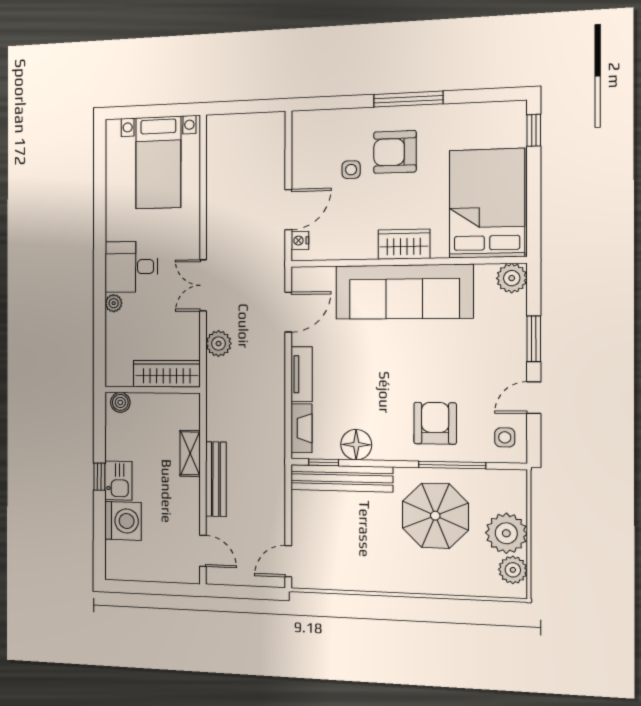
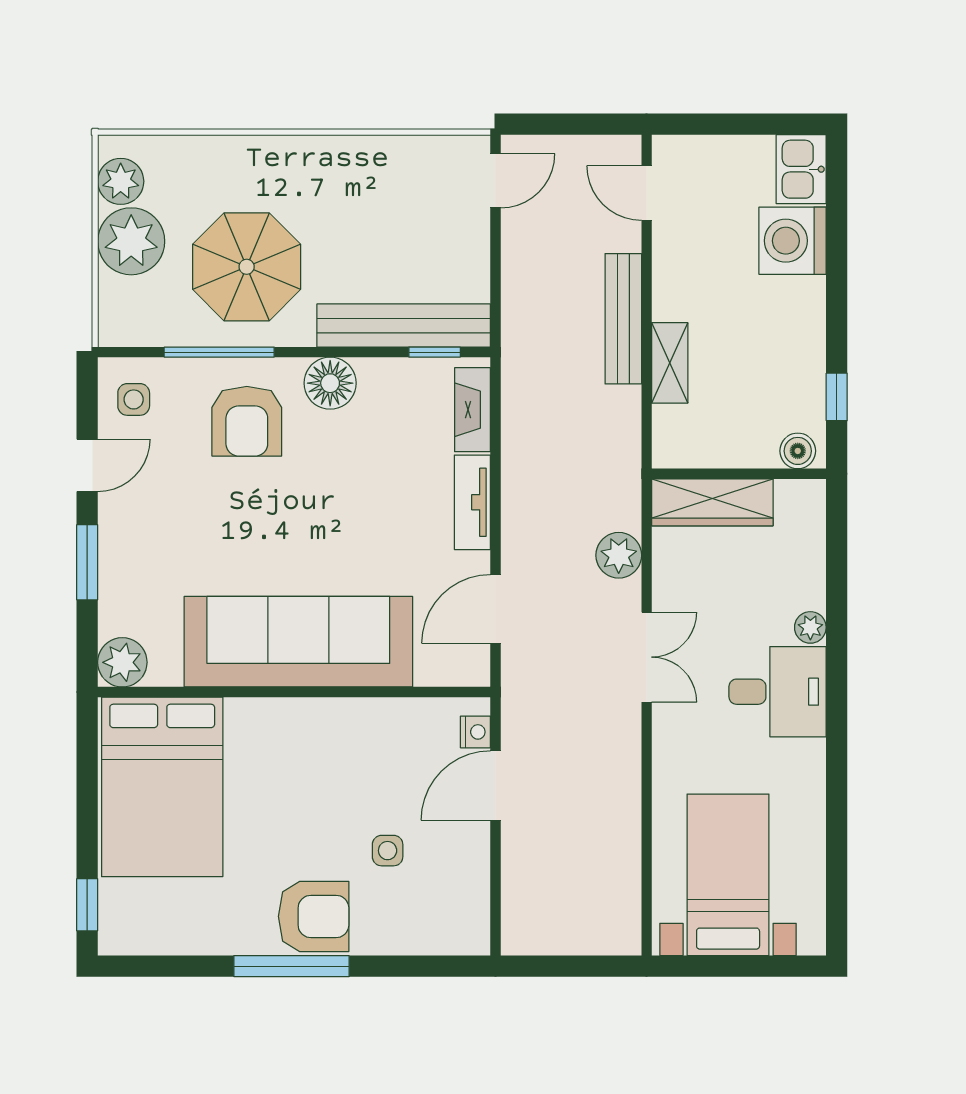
armchair: (395, 152) -> (314, 916), moved
wardrobe: (404, 244) -> (299, 722), removed
floor lamp: (356, 445) -> (330, 383), moved
window: (99, 477) -> (837, 397), moved
kitchen sink: (118, 480) -> (801, 169), moved

